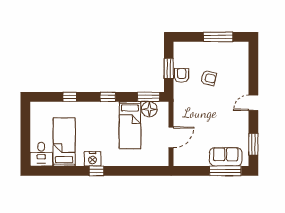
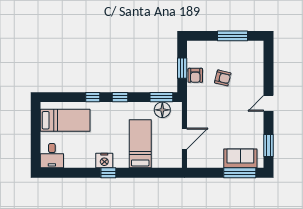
armchair: (182, 75) -> (195, 75), turned 180
window: (70, 97) -> (93, 97), moved
bed: (130, 125) -> (140, 144), moved, turned 180
bed: (64, 142) -> (65, 120), moved, turned 90

